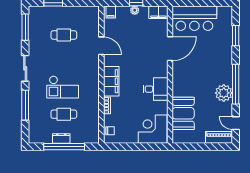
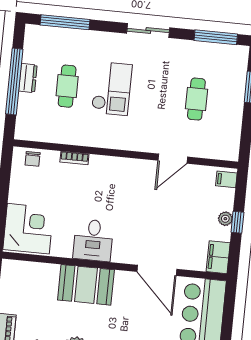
filing cabinet: (111, 81) -> (113, 169), removed
checkout: (63, 87) -> (112, 89), turned 180
window: (25, 105) -> (65, 22), moved
booth: (183, 113) -> (86, 285), moved

